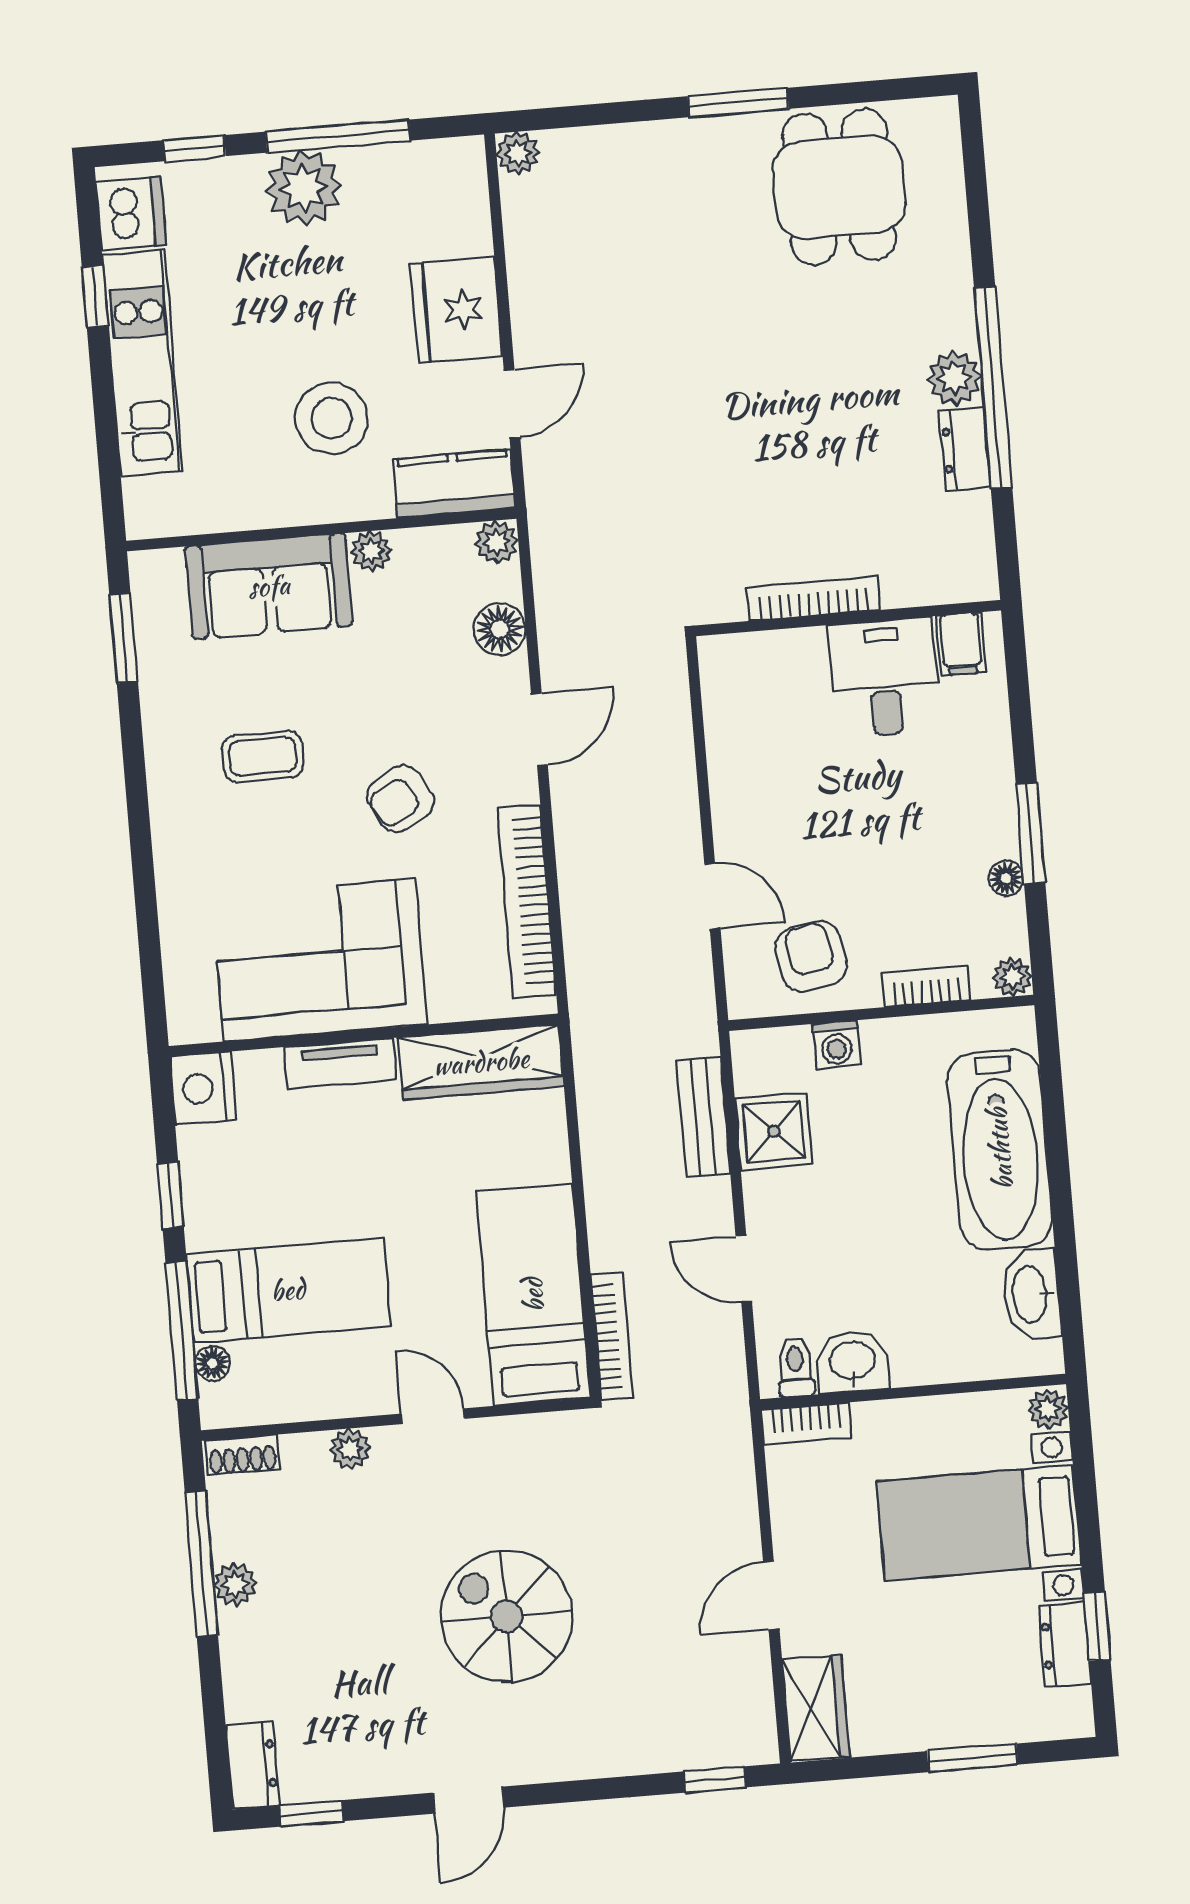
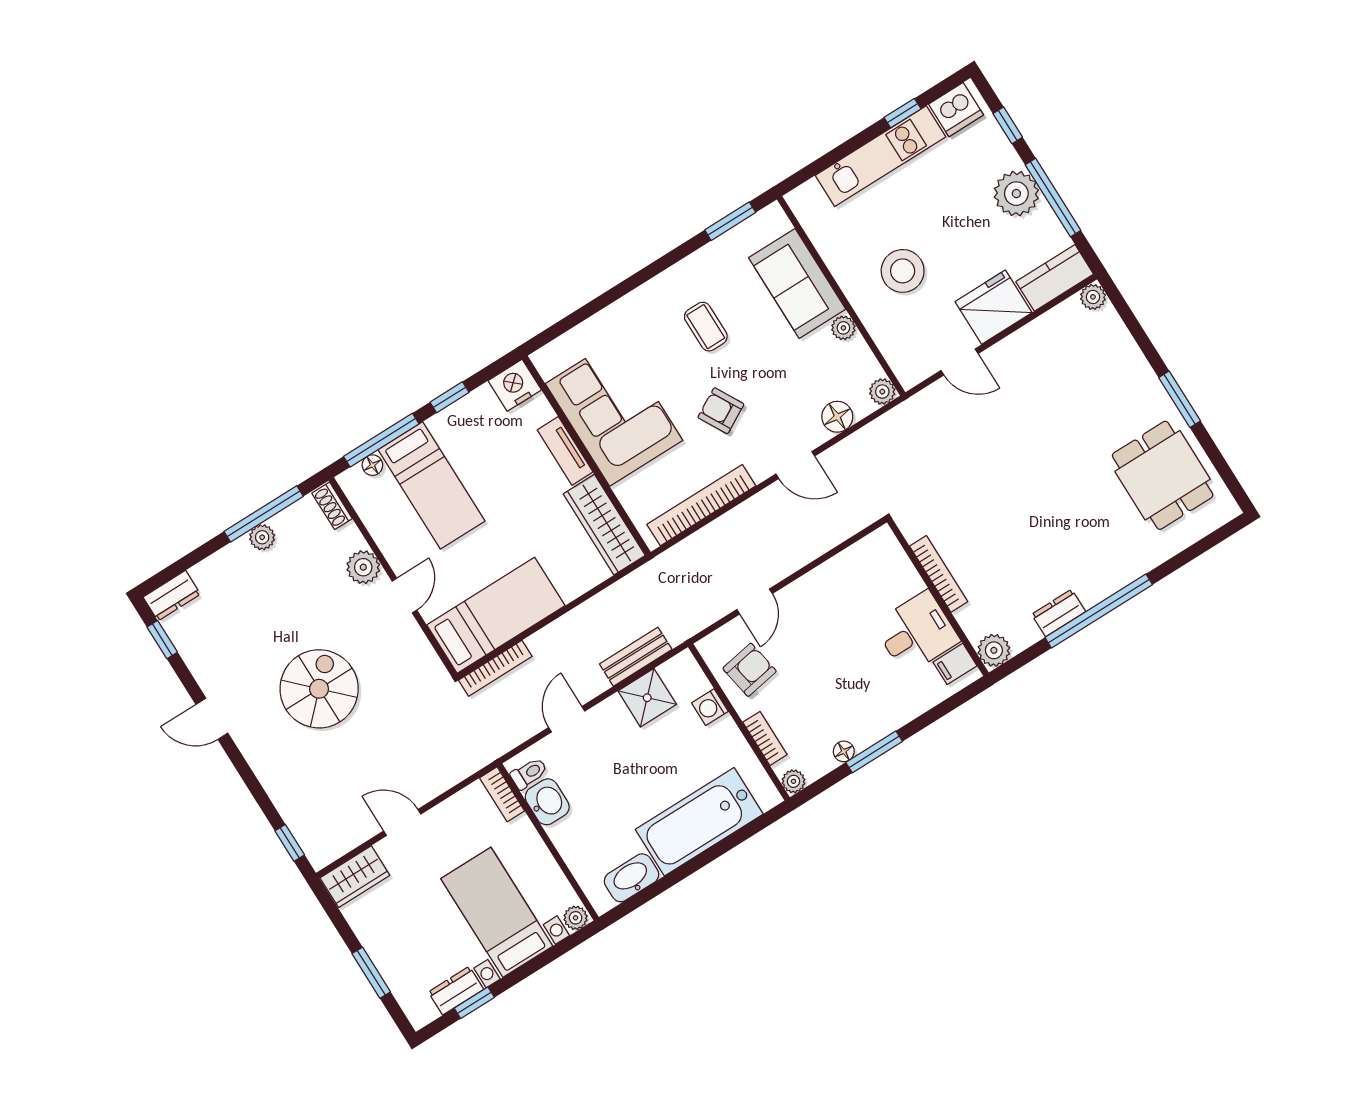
dining table: (839, 187) -> (1163, 475), turned 90
plant: (954, 378) -> (994, 650), moved
kitchen counter: (454, 484) -> (1055, 278), moved, turned -90
plant: (350, 1449) -> (363, 567), width x1.38, depth x1.38

